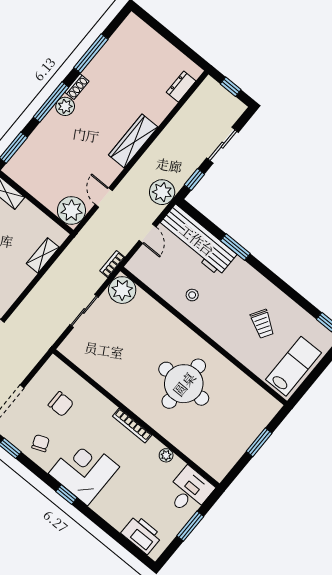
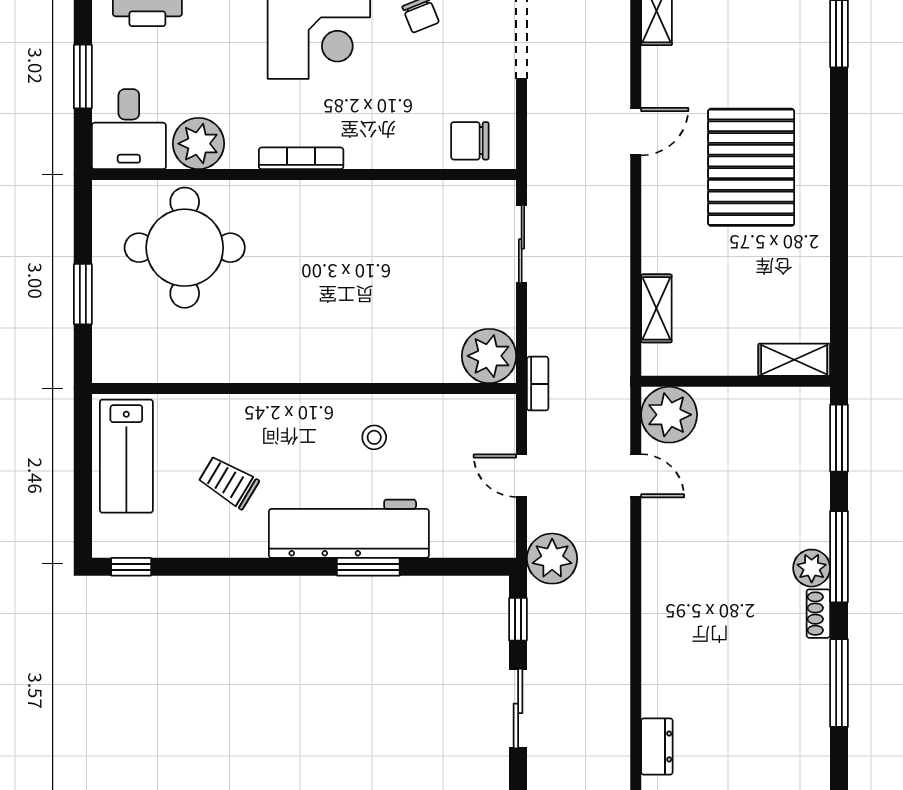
wardrobe: (133, 141) -> (662, 601), removed
workbench: (197, 240) -> (349, 529), moved
sliding door: (84, 311) -> (522, 244), moved
round table: (184, 384) -> (185, 248), moved
chair: (61, 404) -> (470, 141), moved
plant: (166, 455) -> (199, 144), width x1.88, depth x1.88

